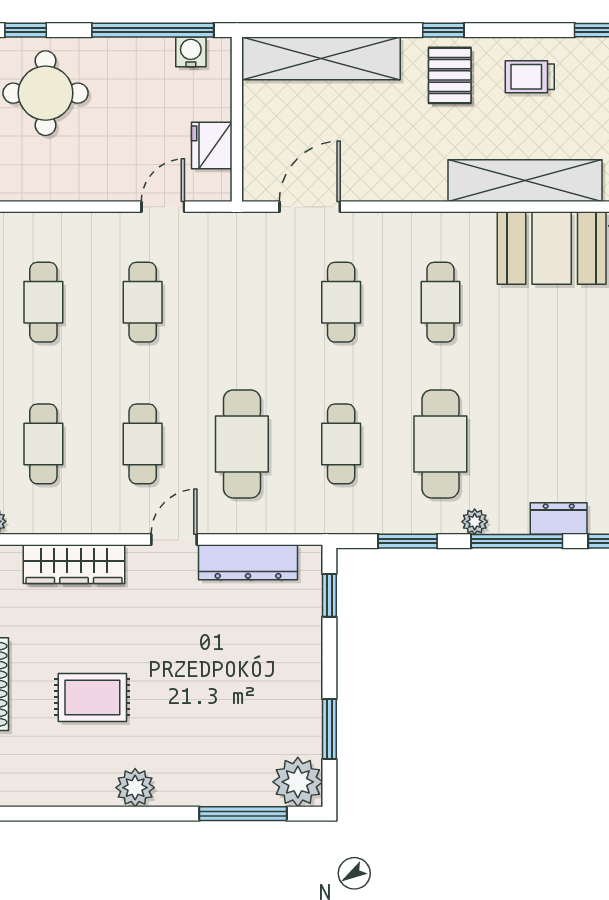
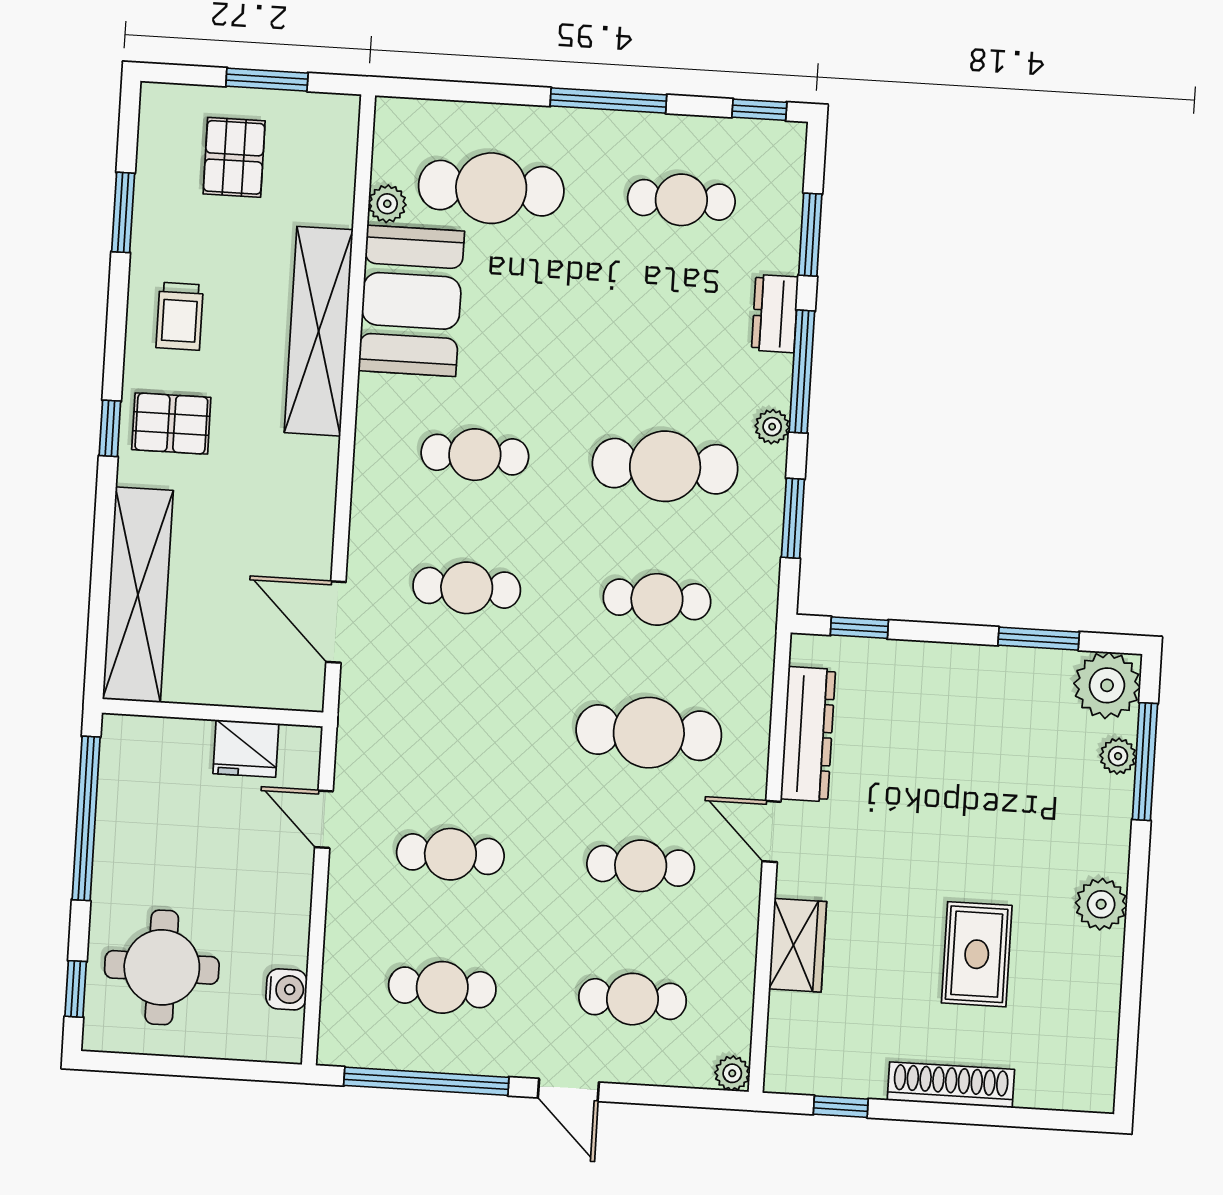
water cooler: (191, 52) -> (286, 989), moved, turned 180
wardrobe: (74, 564) -> (798, 945), width x0.67
plant: (246, 793) -> (1118, 756), added

